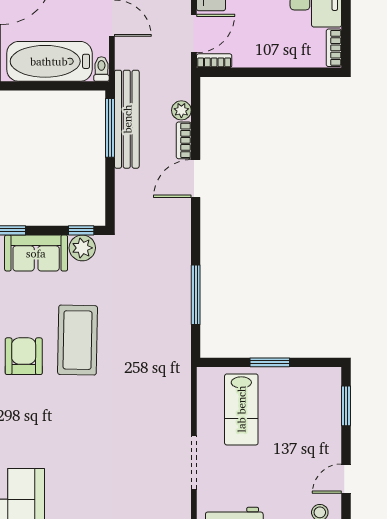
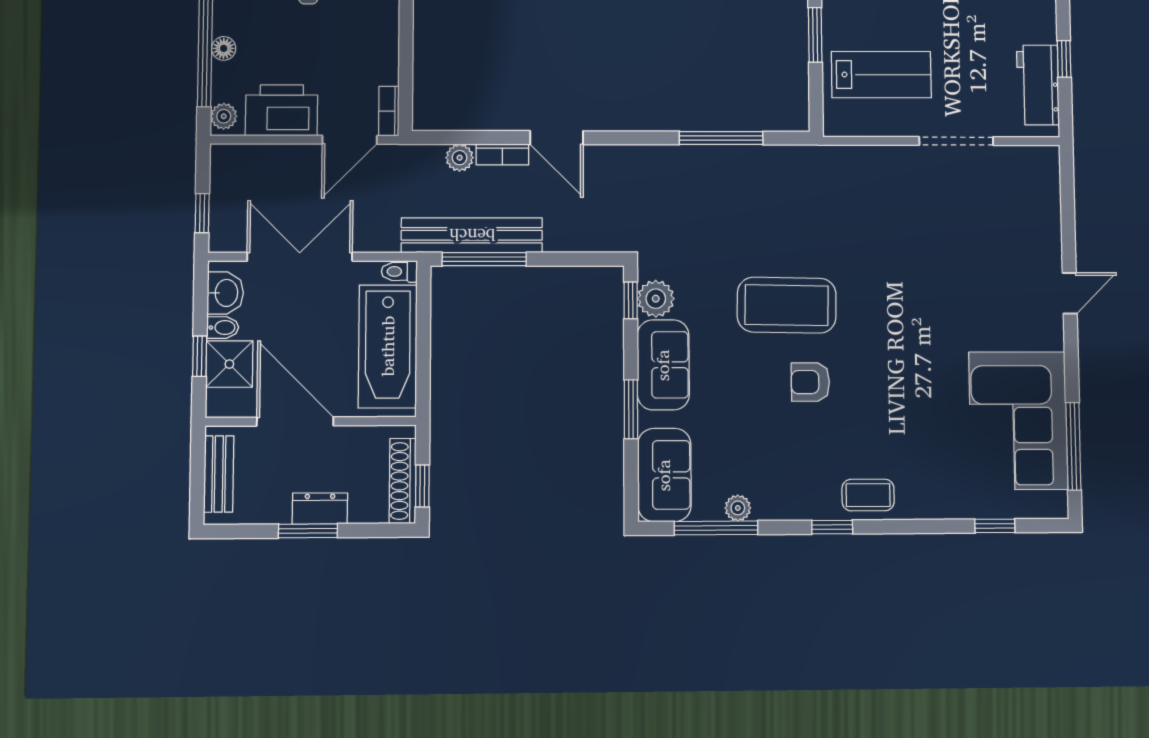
door: (194, 33) -> (350, 140), swing flipped
armchair: (24, 356) -> (810, 382), width x0.72, depth x0.72

